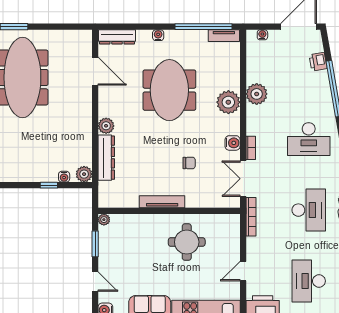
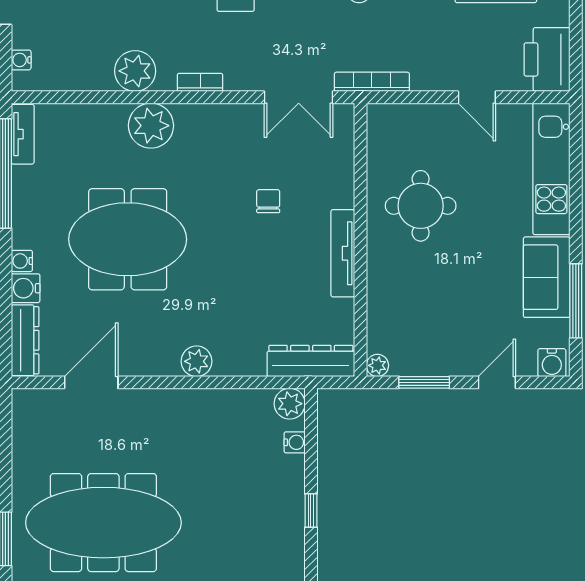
water cooler: (233, 143) -> (26, 288), moved, turned -90
bookcase: (251, 148) -> (200, 82), moved
dresser: (106, 158) -> (311, 361), moved
window: (49, 185) -> (311, 511), moved

